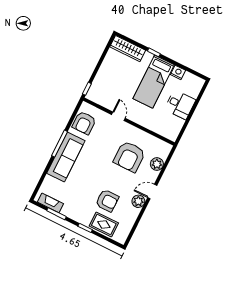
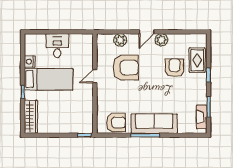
door: (118, 116) -> (95, 76), moved
door: (152, 191) -> (147, 32), hinge flipped

